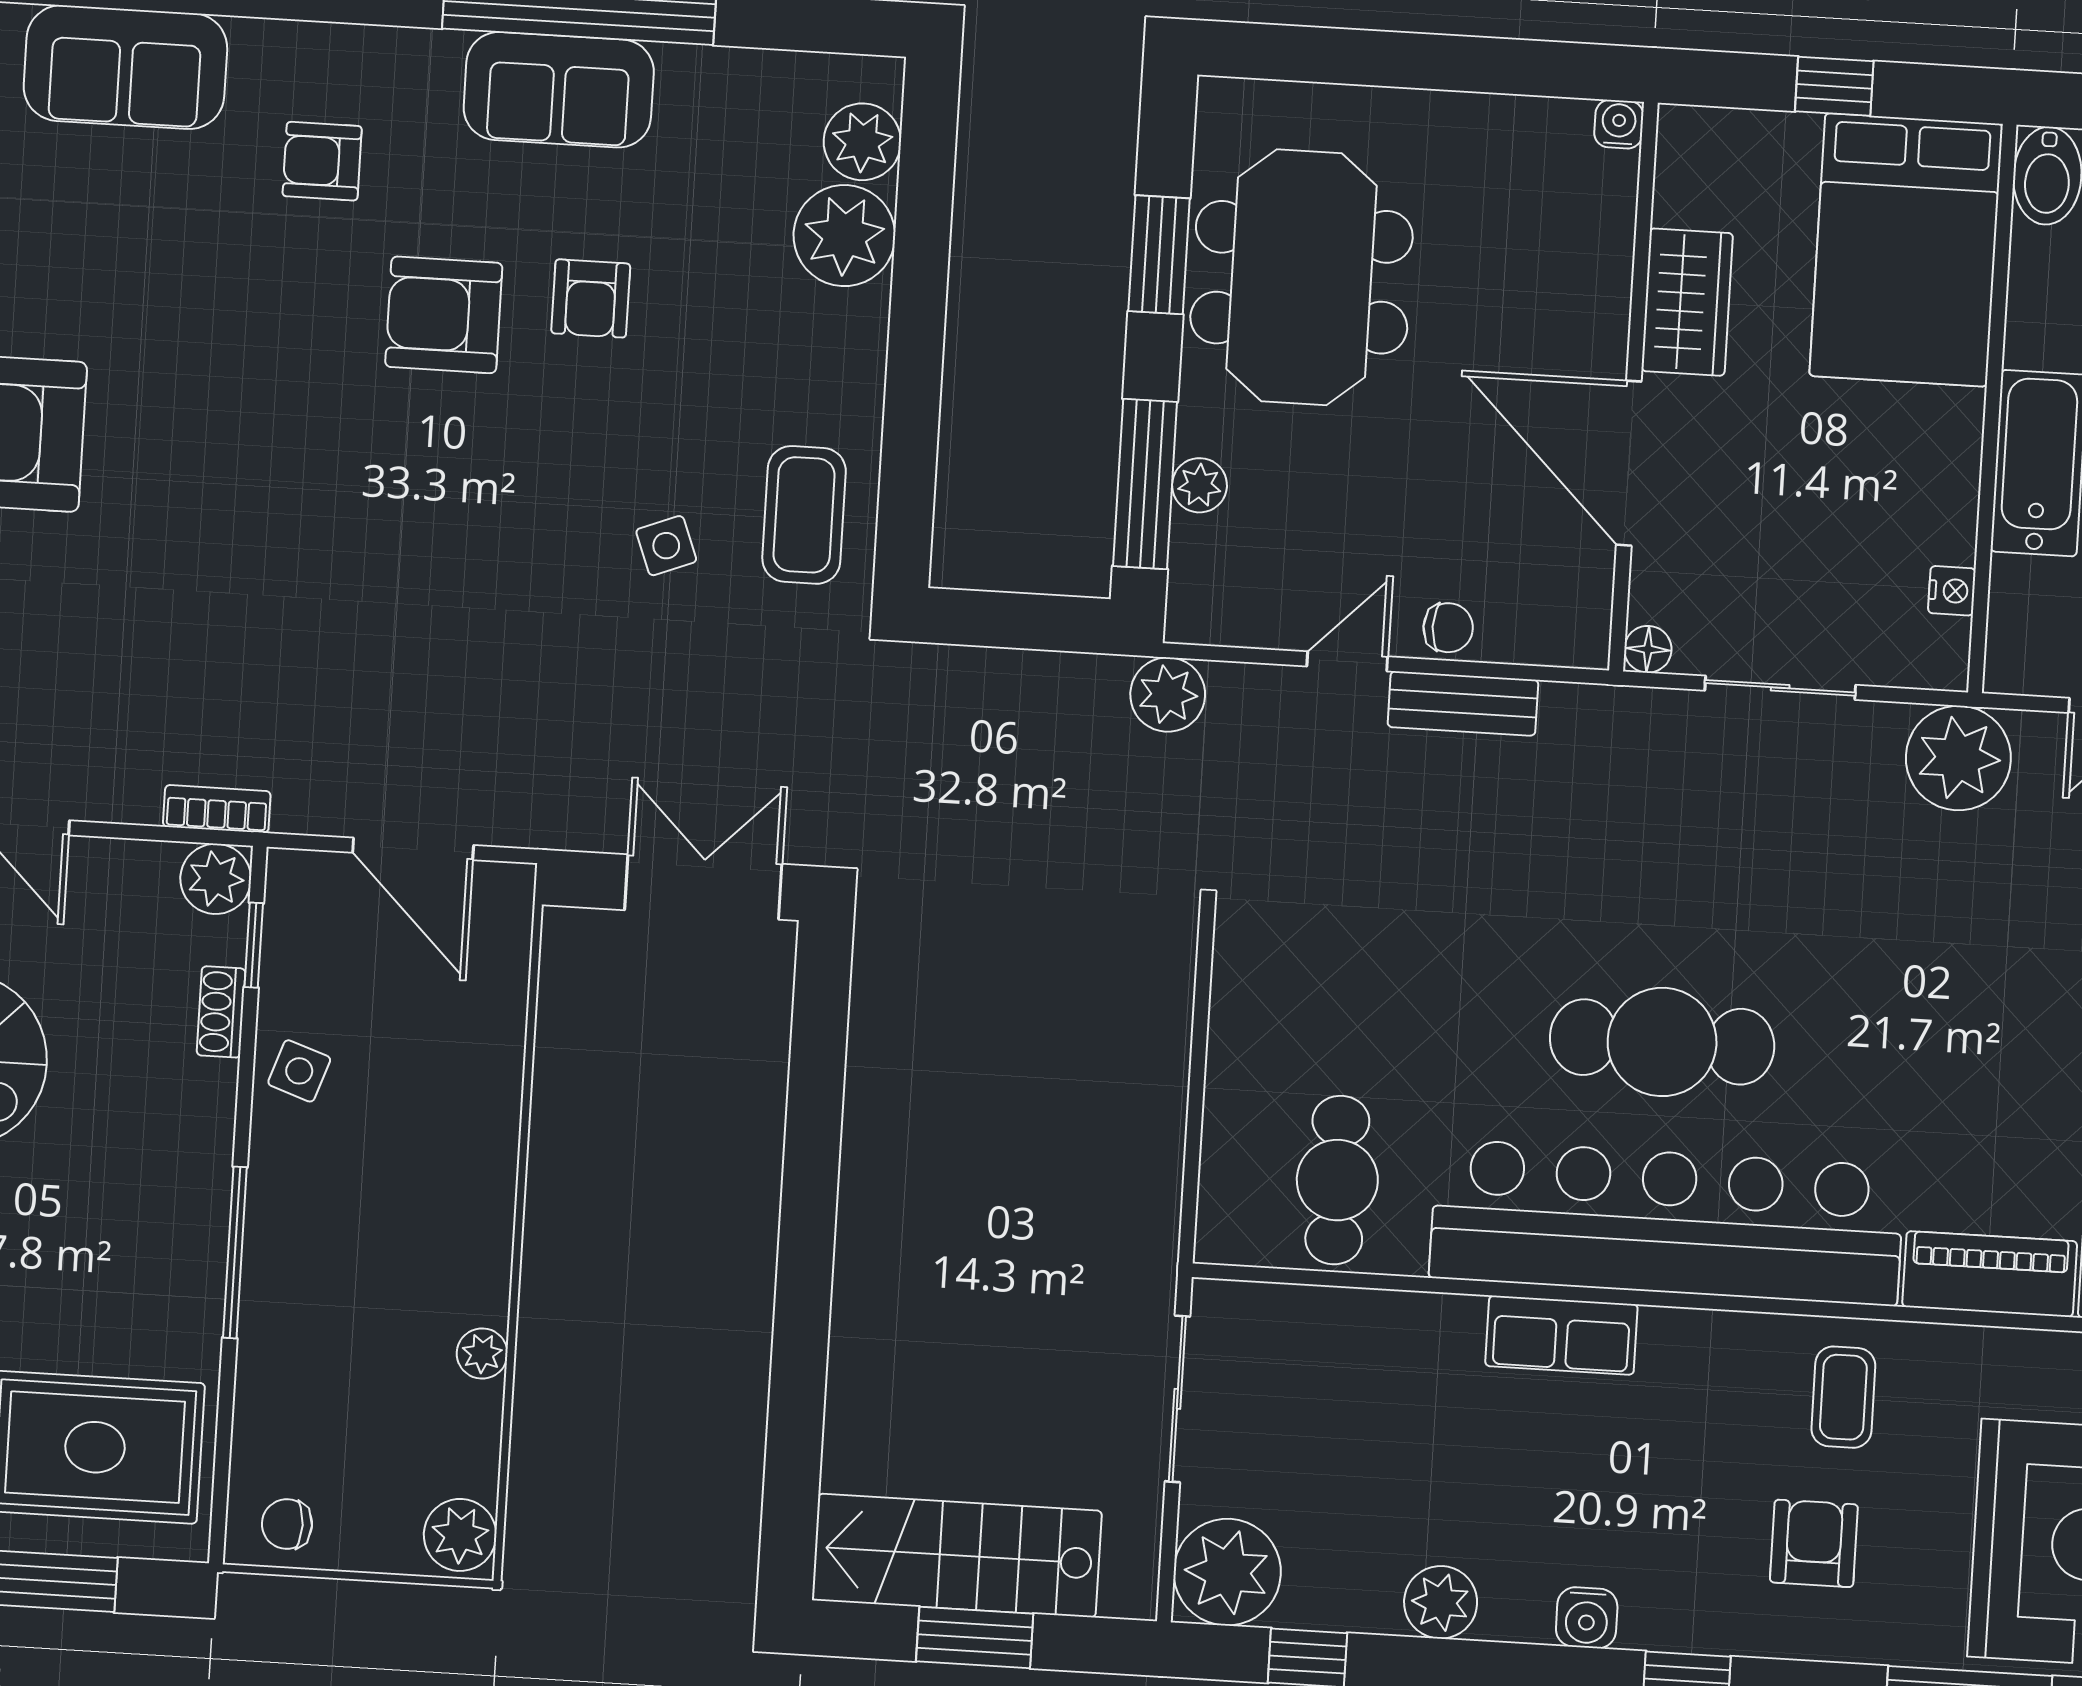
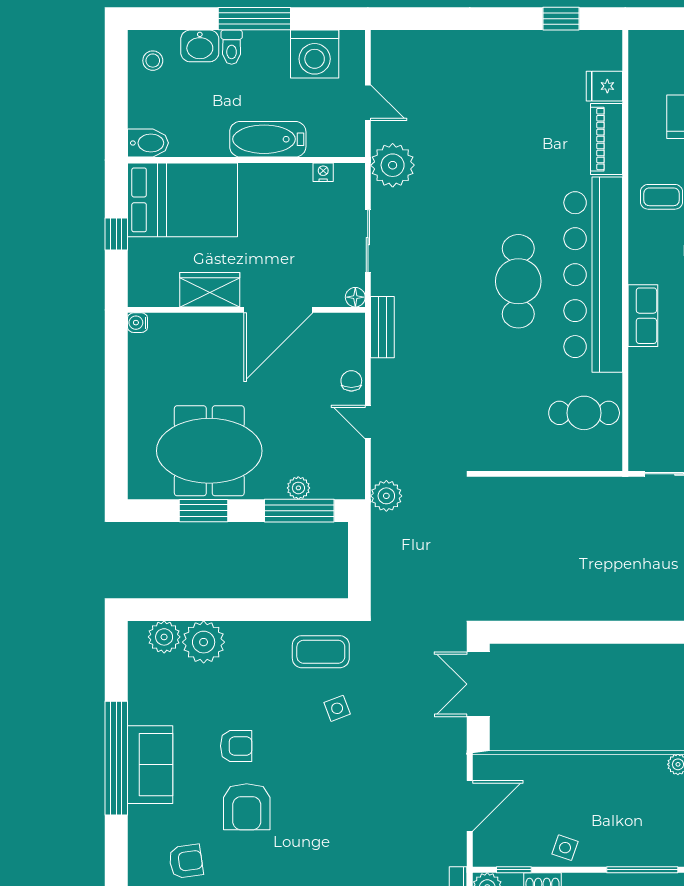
armchair: (322, 161) -> (186, 861), turned -98
bench: (1463, 703) -> (382, 327), moved

